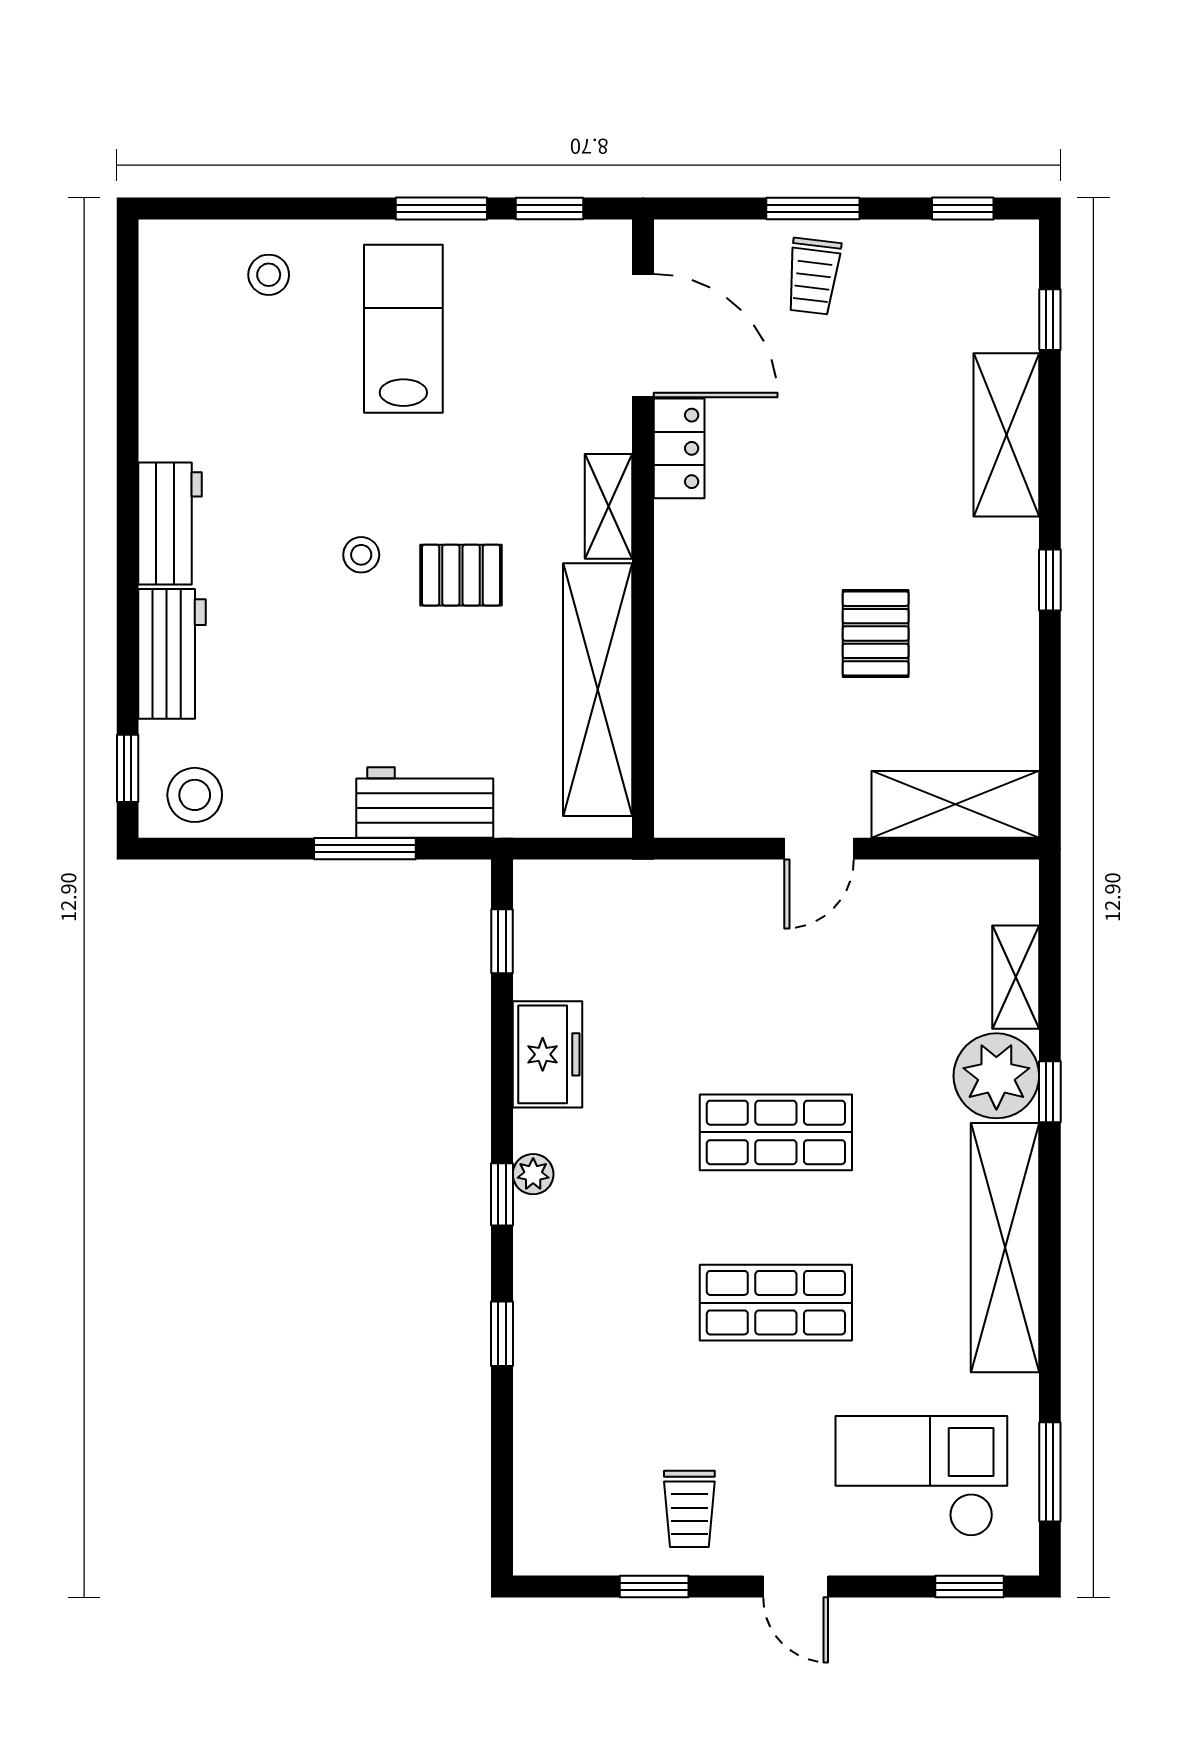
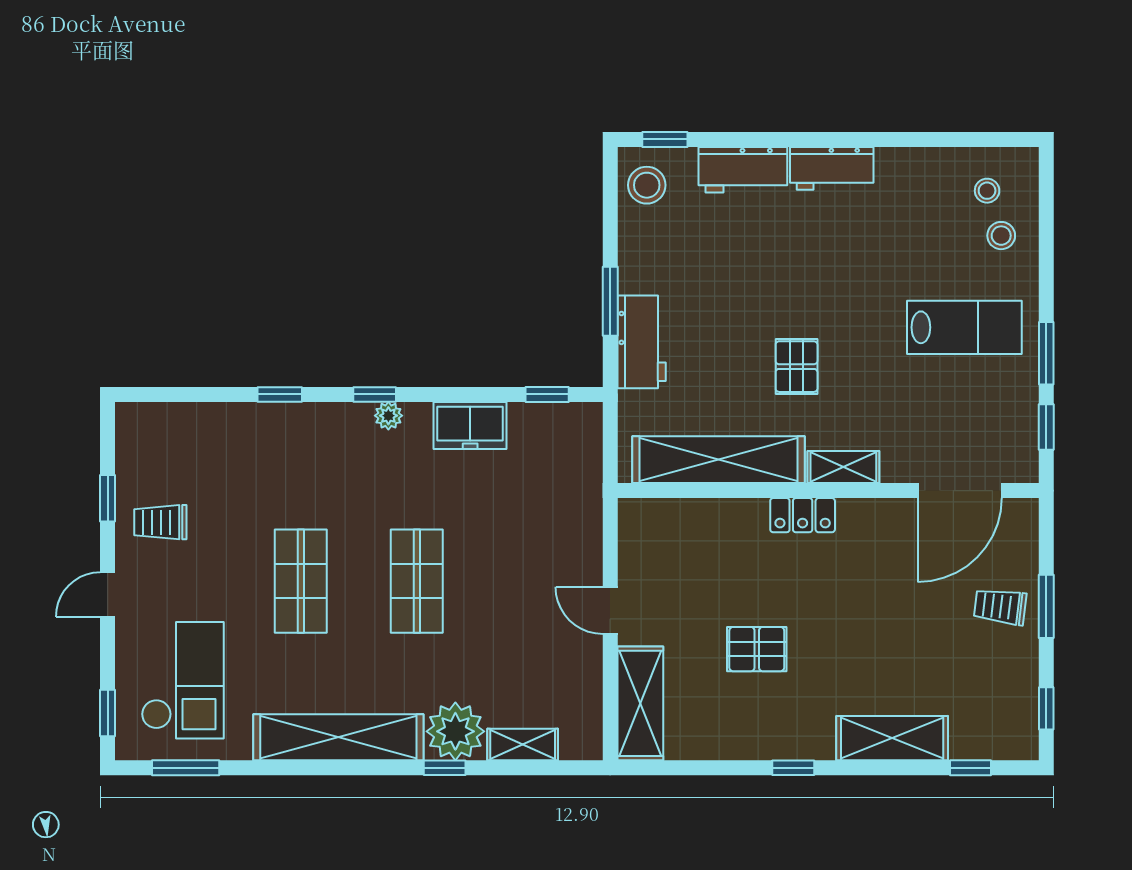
locker: (679, 448) -> (803, 515), moved
stool: (361, 555) -> (987, 191), moved

